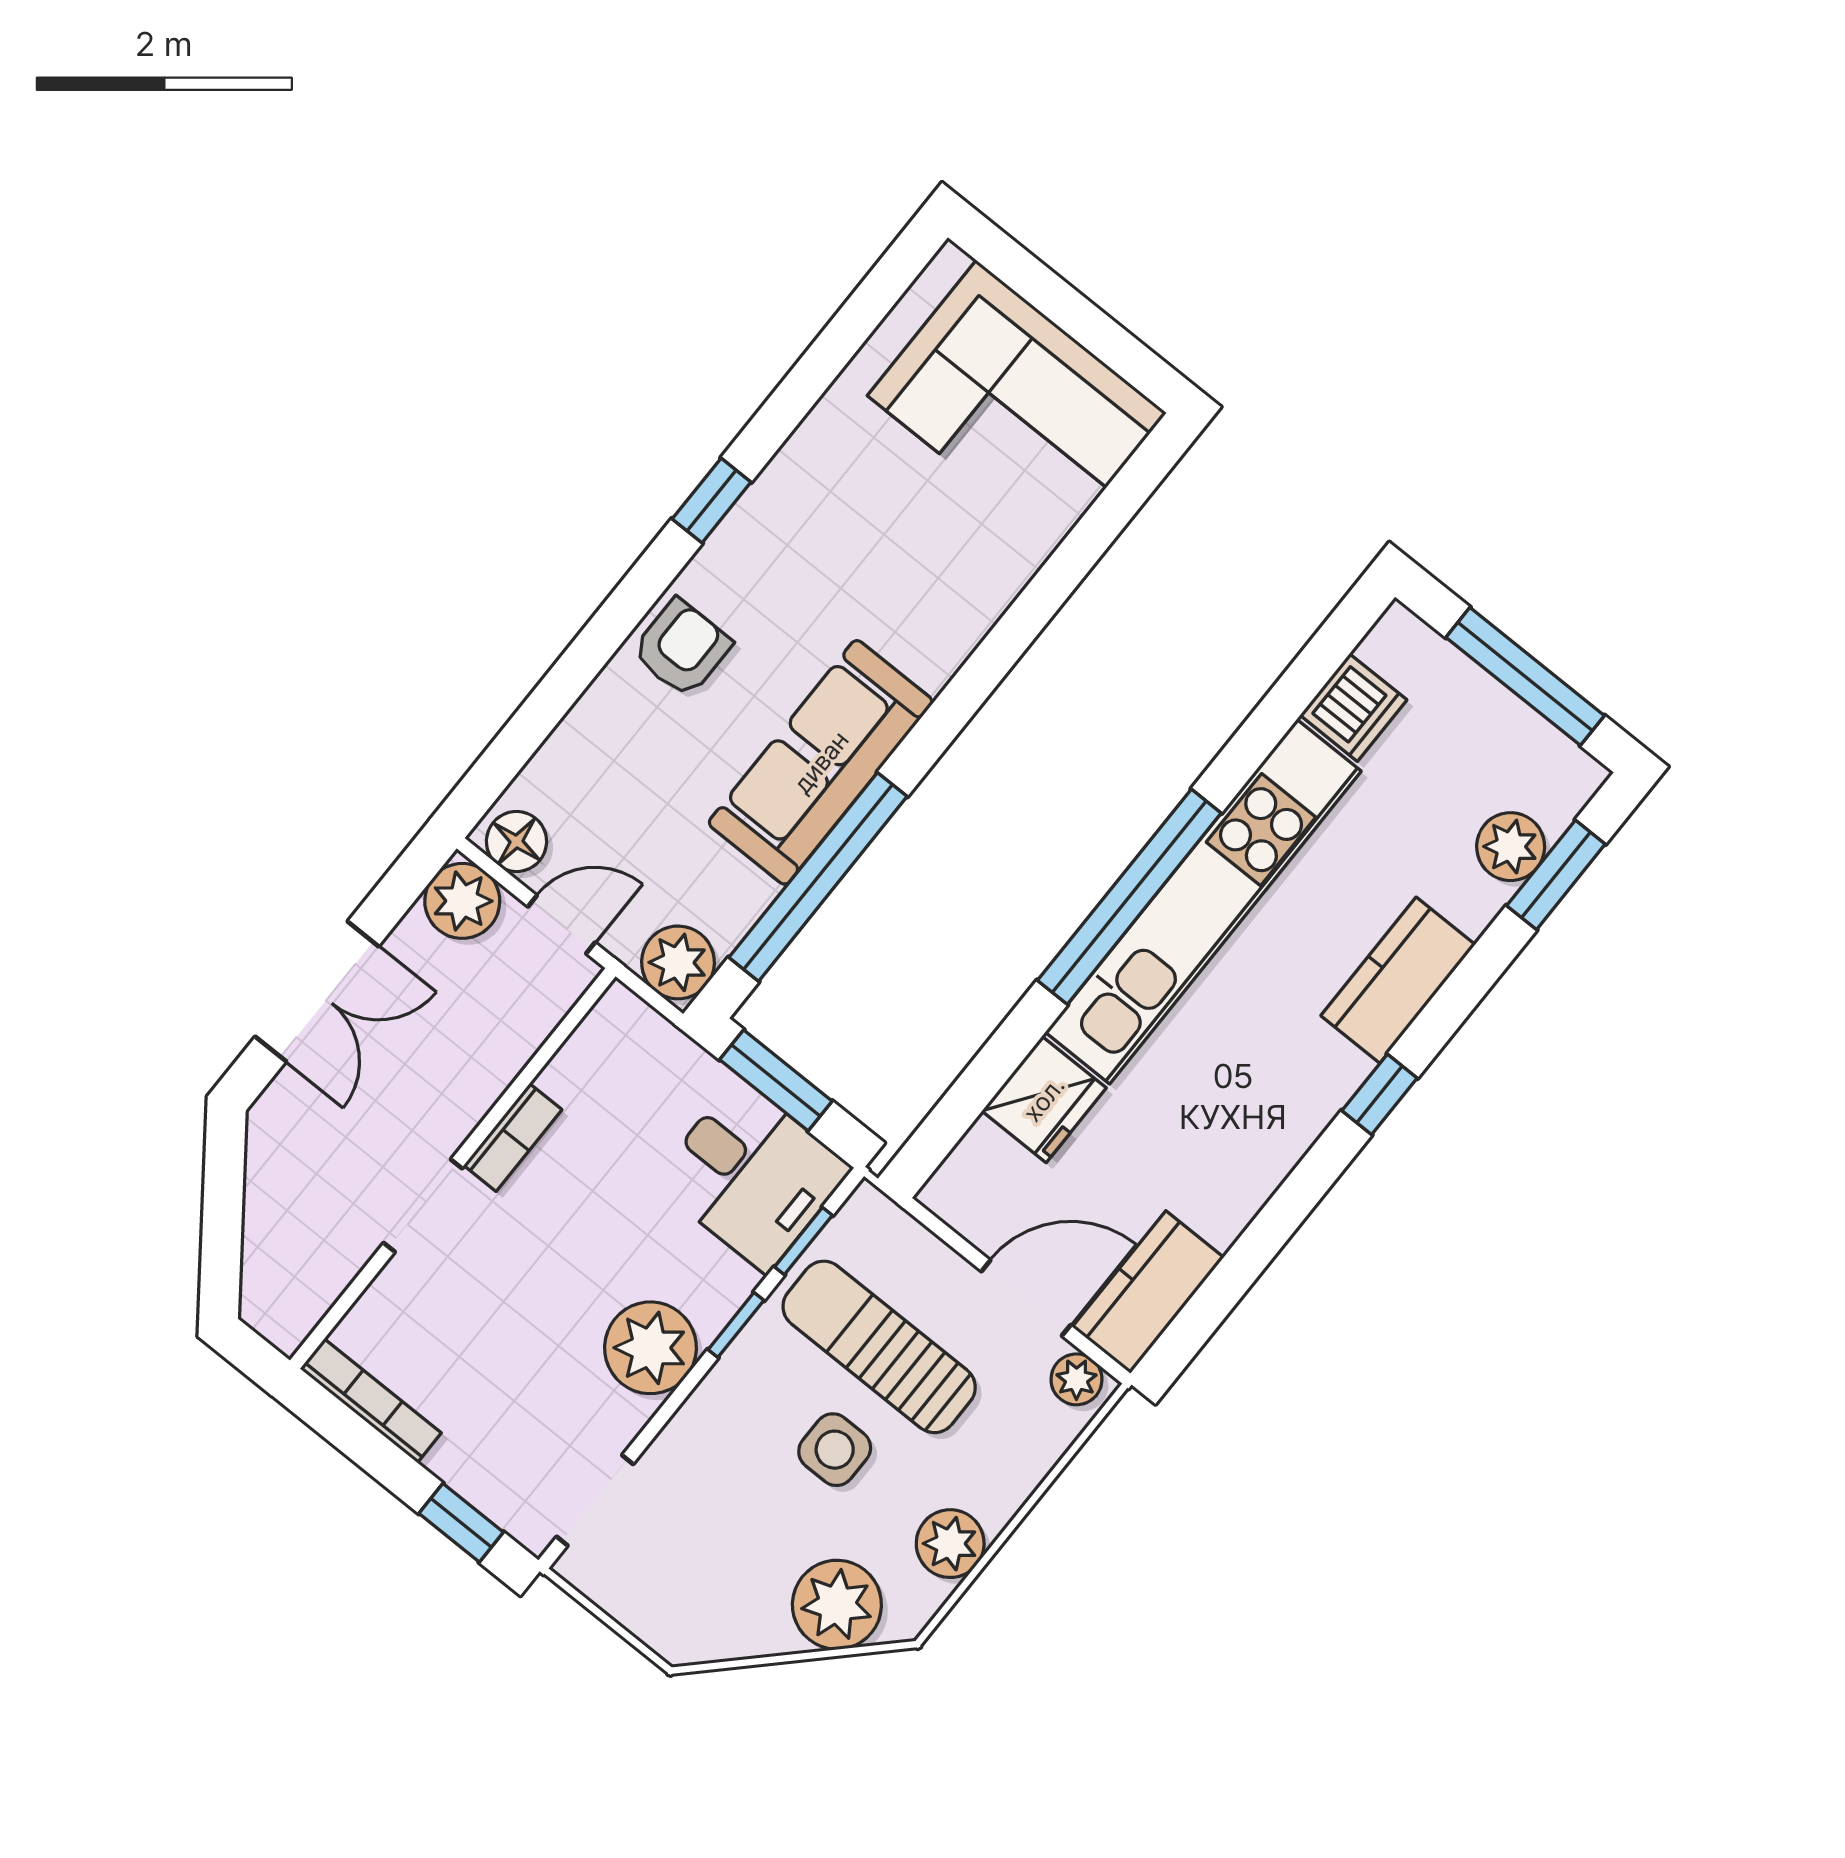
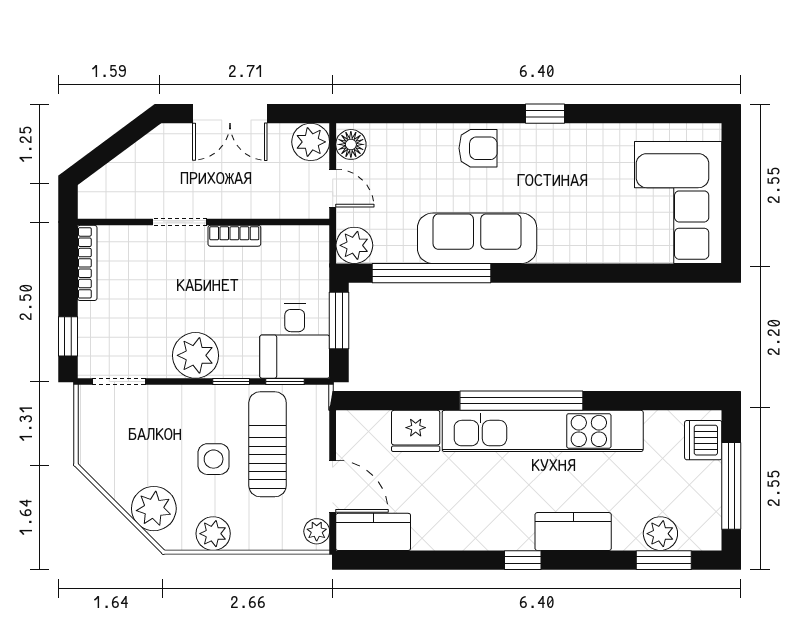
dishwasher: (1353, 708) -> (703, 440), moved, turned 90

